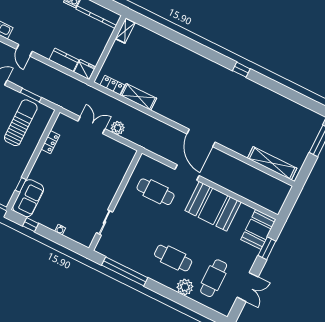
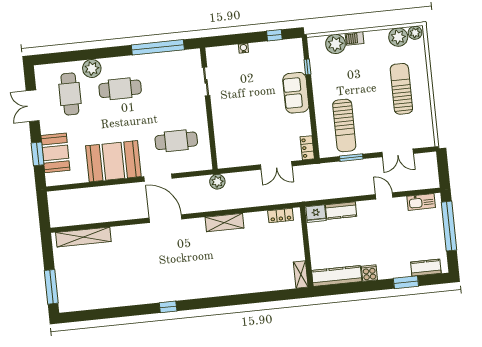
shelving: (138, 97) -> (225, 223), moved
plant: (118, 128) -> (217, 182), moved
locker: (50, 142) -> (307, 148), moved
sofa: (28, 198) -> (296, 93), moved
booth: (258, 229) -> (55, 153), moved

